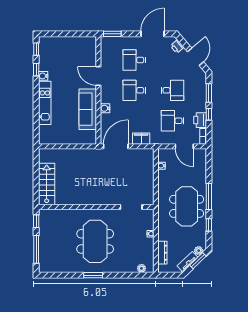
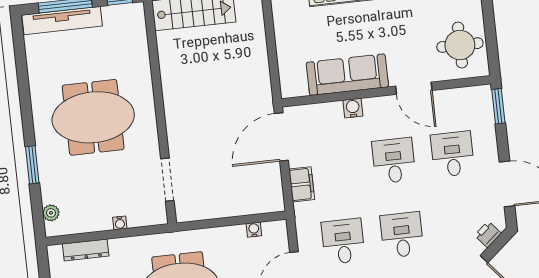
round table: (79, 50) -> (460, 45), added
door: (98, 76) -> (414, 88), swing flipped
desk: (173, 90) -> (402, 235), turned 180
door: (116, 146) -> (281, 137), swing flipped
tv unit: (44, 252) -> (62, 20), added
window: (93, 275) -> (32, 165), moved

